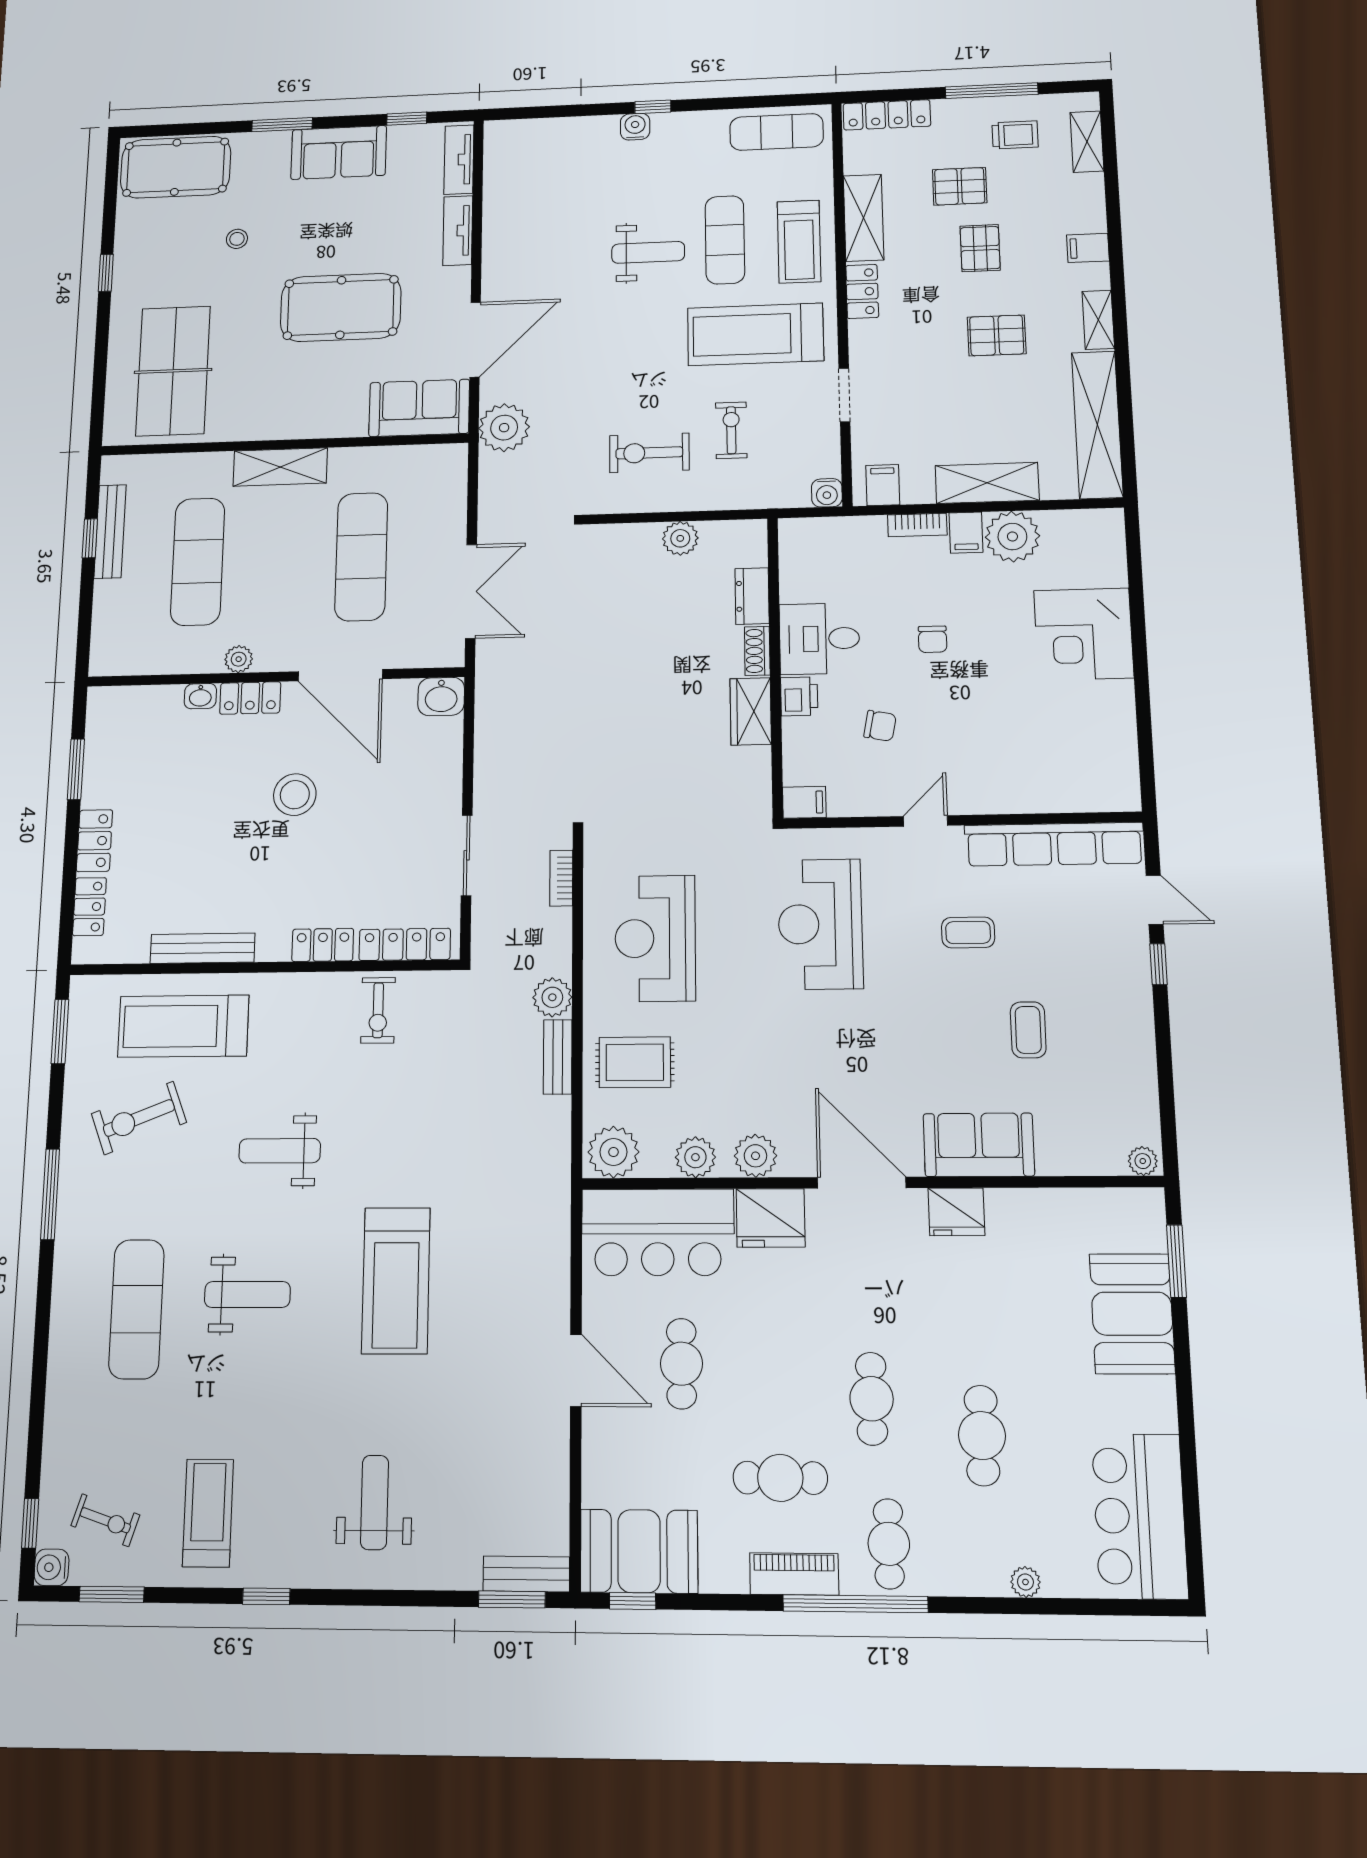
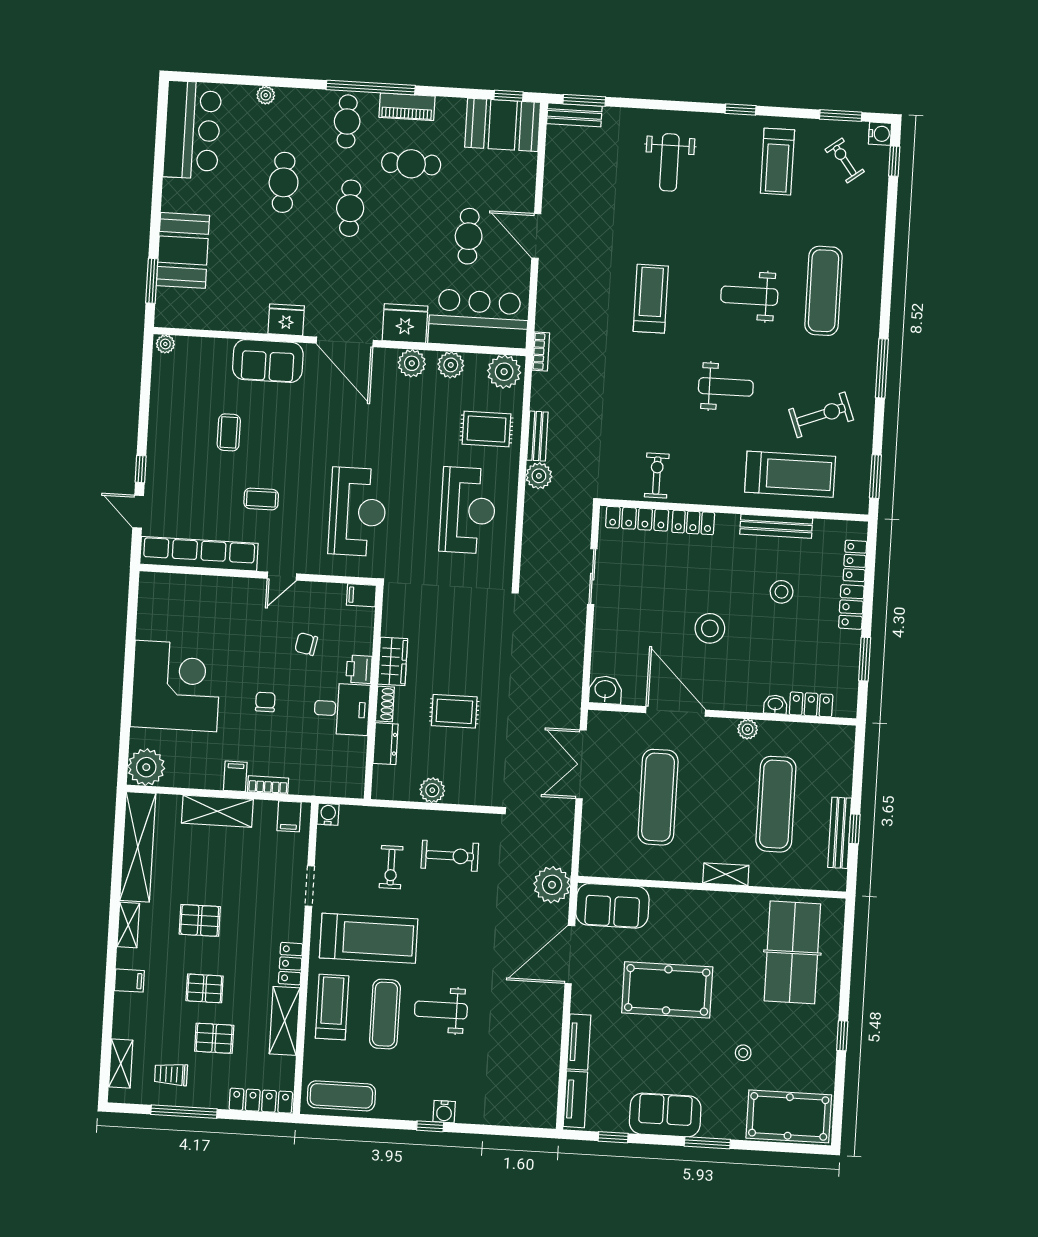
pallet: (980, 248) -> (205, 988), turned 90
shelving: (280, 467) -> (726, 874), width x0.67, depth x0.75
plant: (1012, 537) -> (146, 767), moved
corner desk: (1084, 634) -> (176, 686), width x1.36, depth x1.36
rug: (656, 649) -> (454, 711), added
locker: (250, 698) -> (811, 704), moved
stool: (194, 855) -> (782, 592), added
bookcase: (561, 878) -> (541, 351), moved
treadmill: (396, 1281) -> (651, 299), width x0.73, depth x0.73
exercise bike: (105, 1520) -> (845, 160), turned 35

